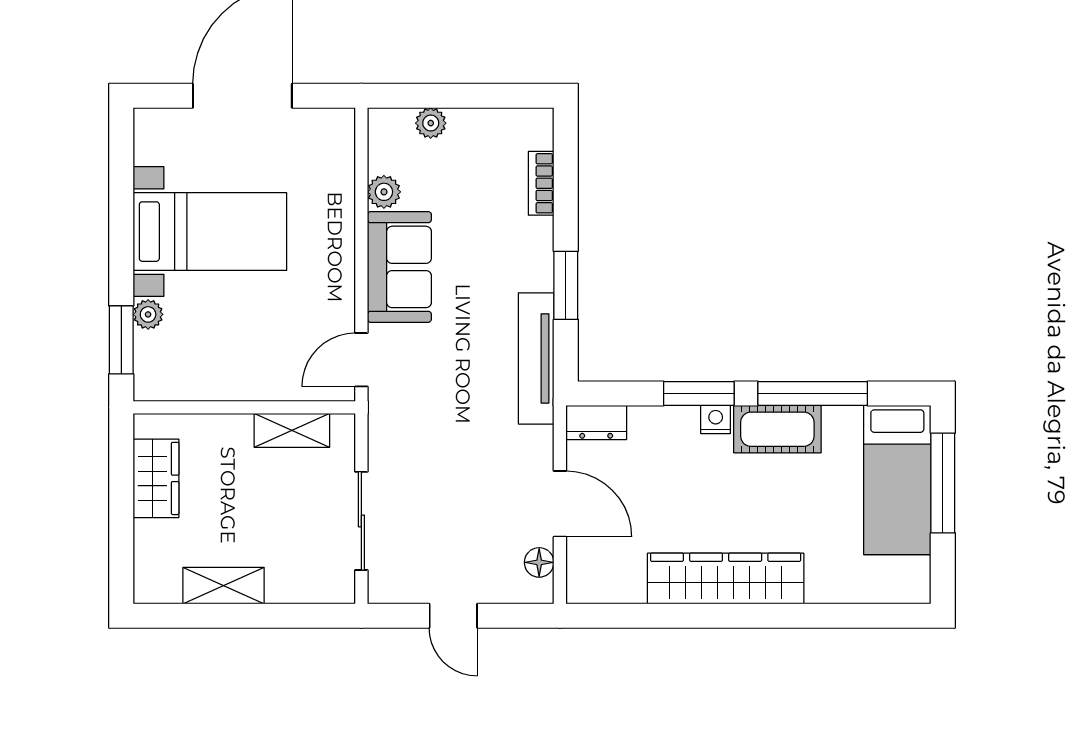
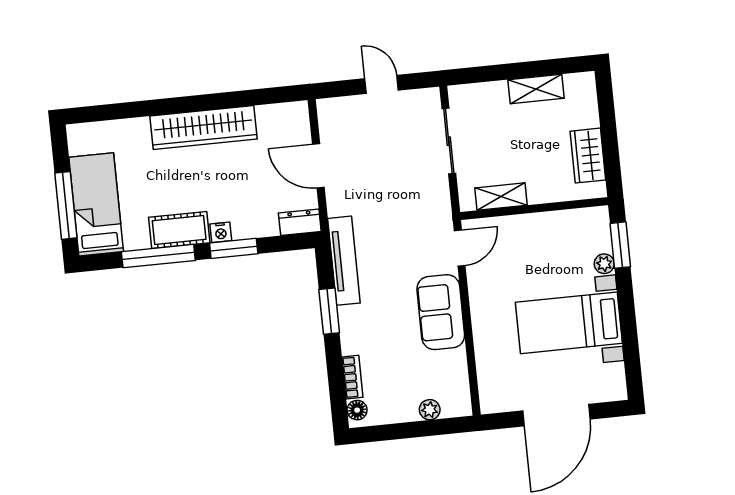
plant: (384, 192) -> (456, 361), removed
floor lamp: (539, 562) -> (357, 410), moved

